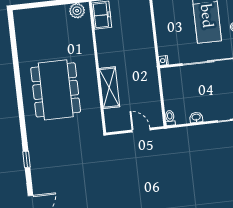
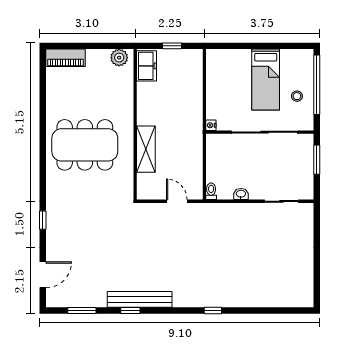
piano: (30, 16) -> (66, 58), added
dining table: (56, 90) -> (85, 145), turned 90

